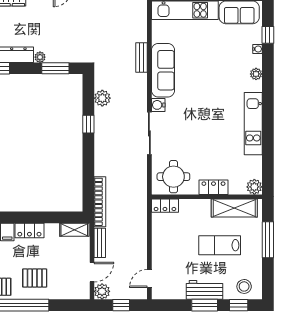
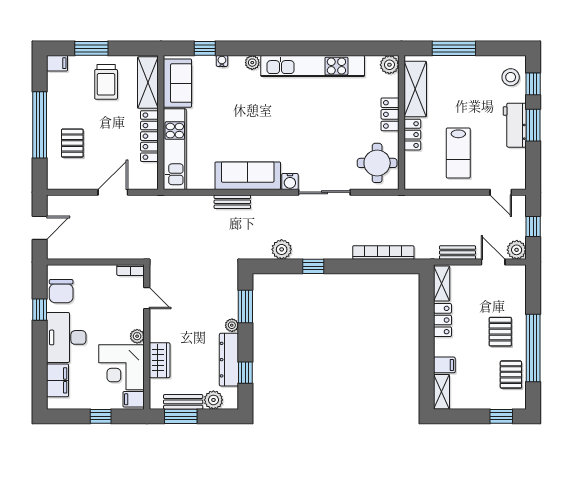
kitchen unit: (253, 124) -> (313, 66), width x1.36
bookcase: (100, 202) -> (383, 252), moved
locker: (165, 206) -> (412, 135), moved
locker: (29, 231) -> (443, 320), moved
lab bench: (220, 245) -> (458, 153), moved

